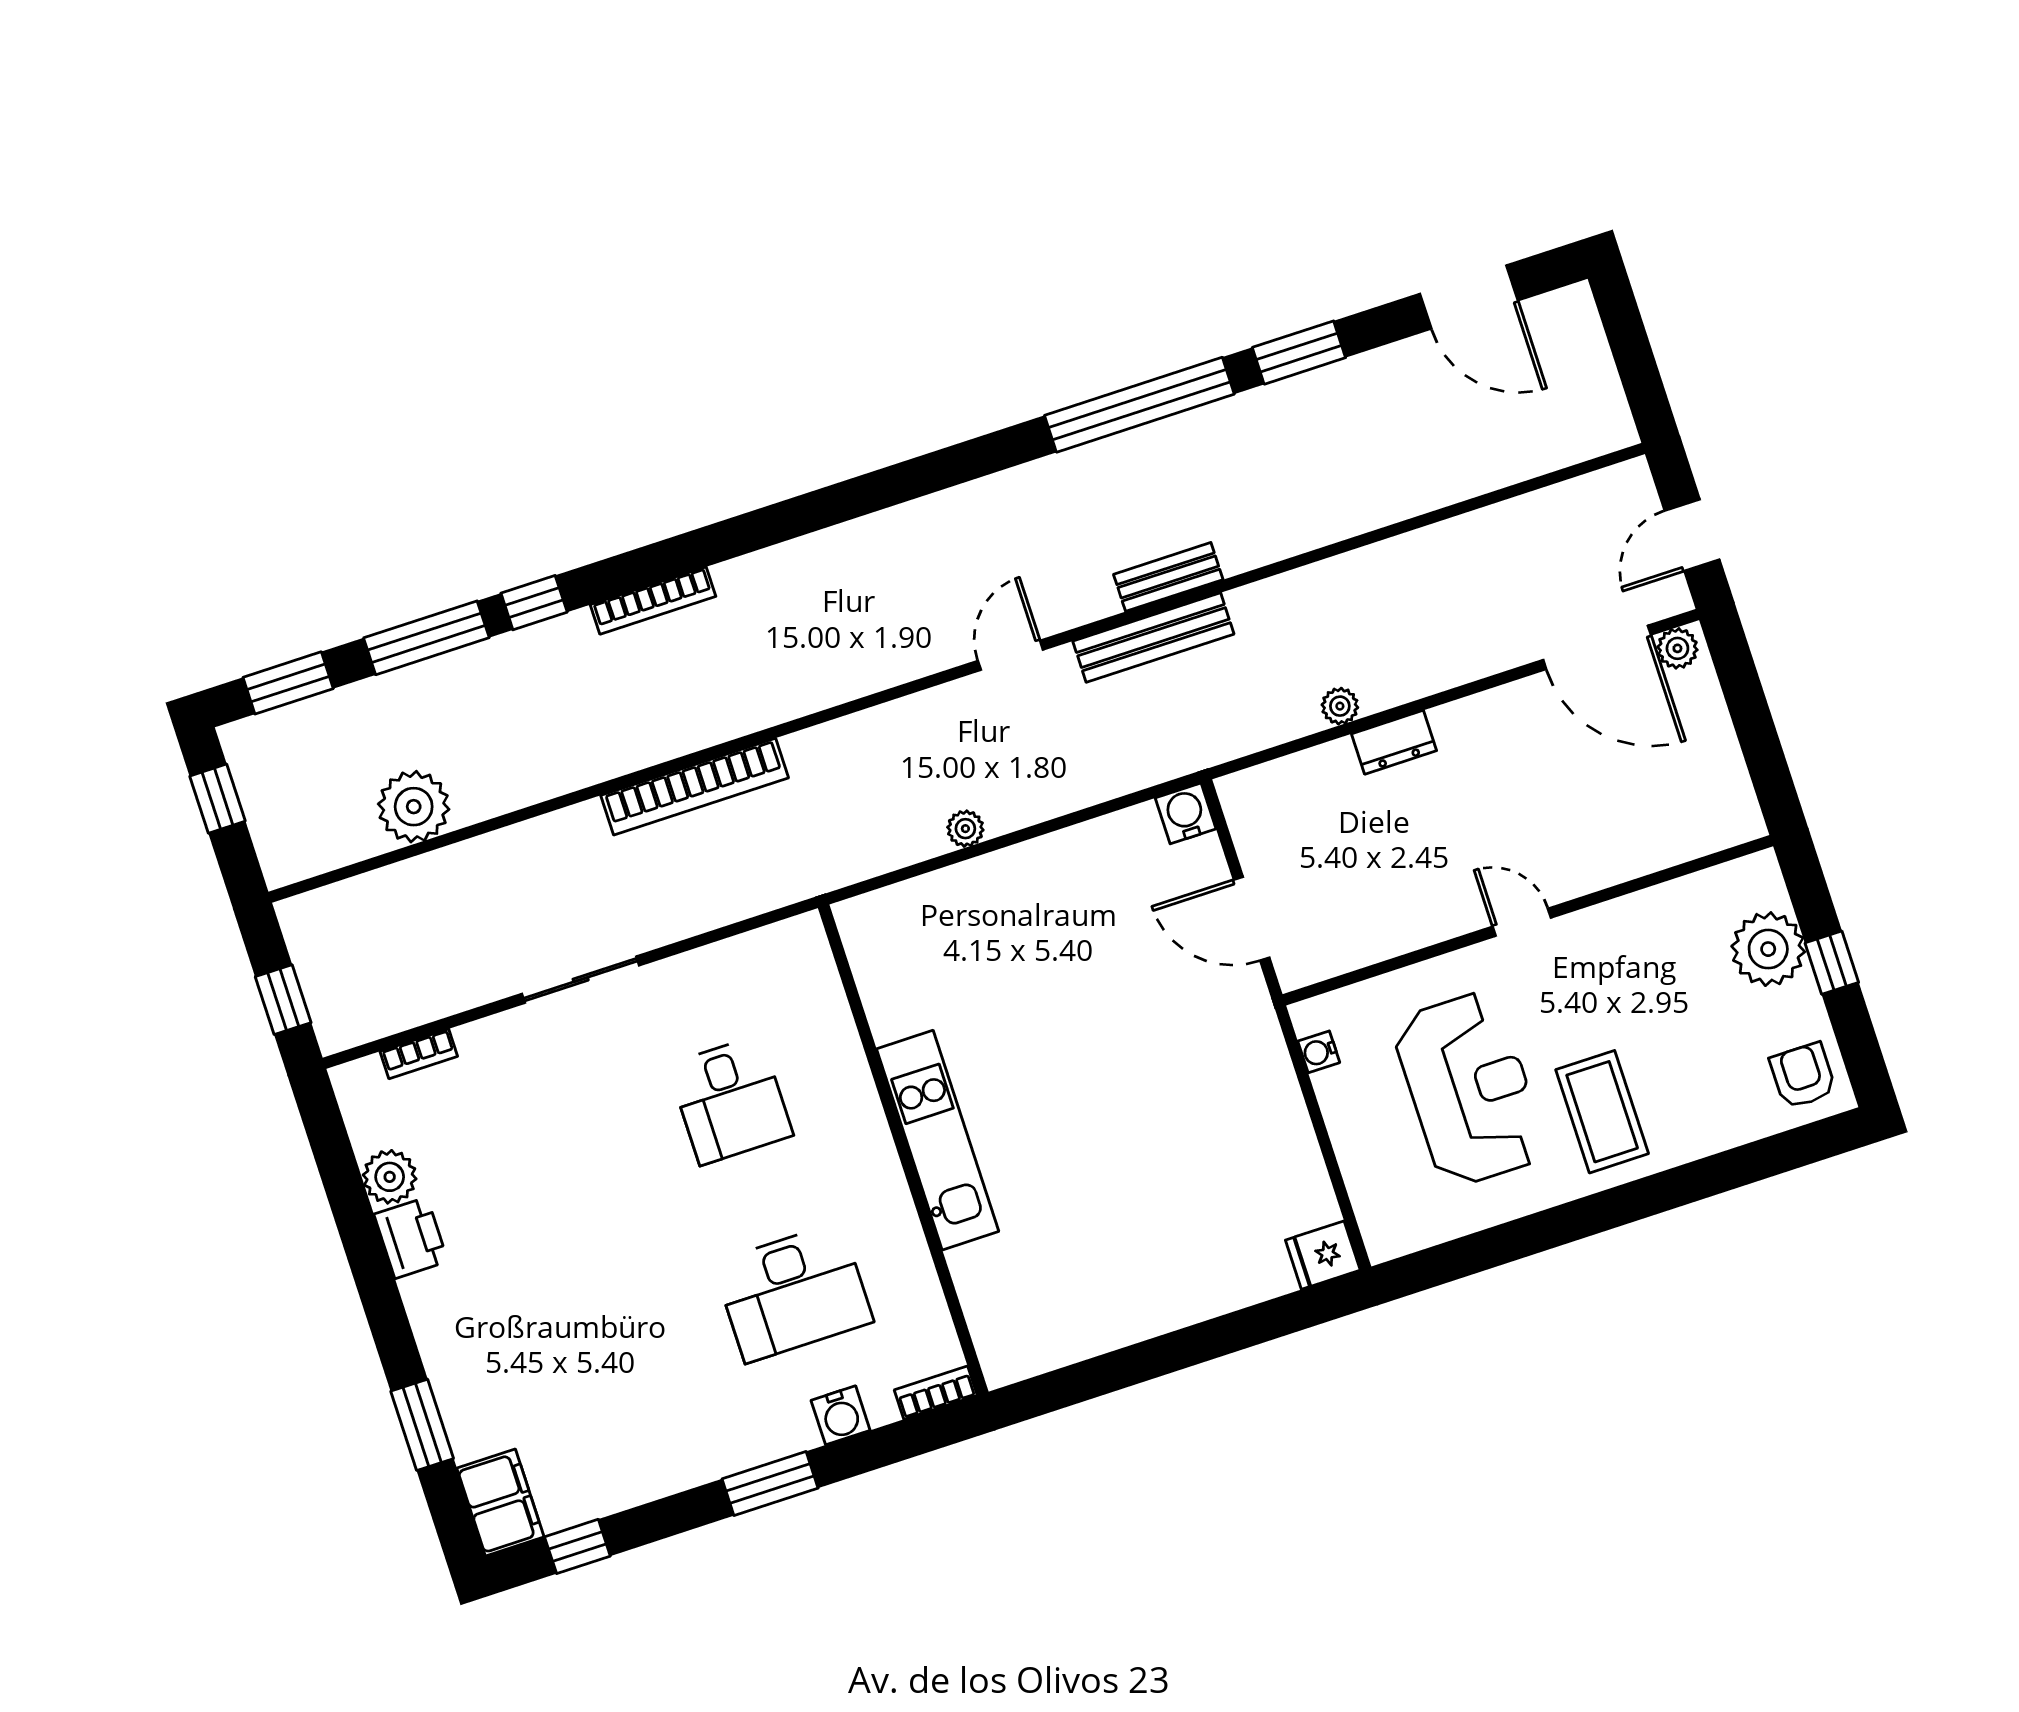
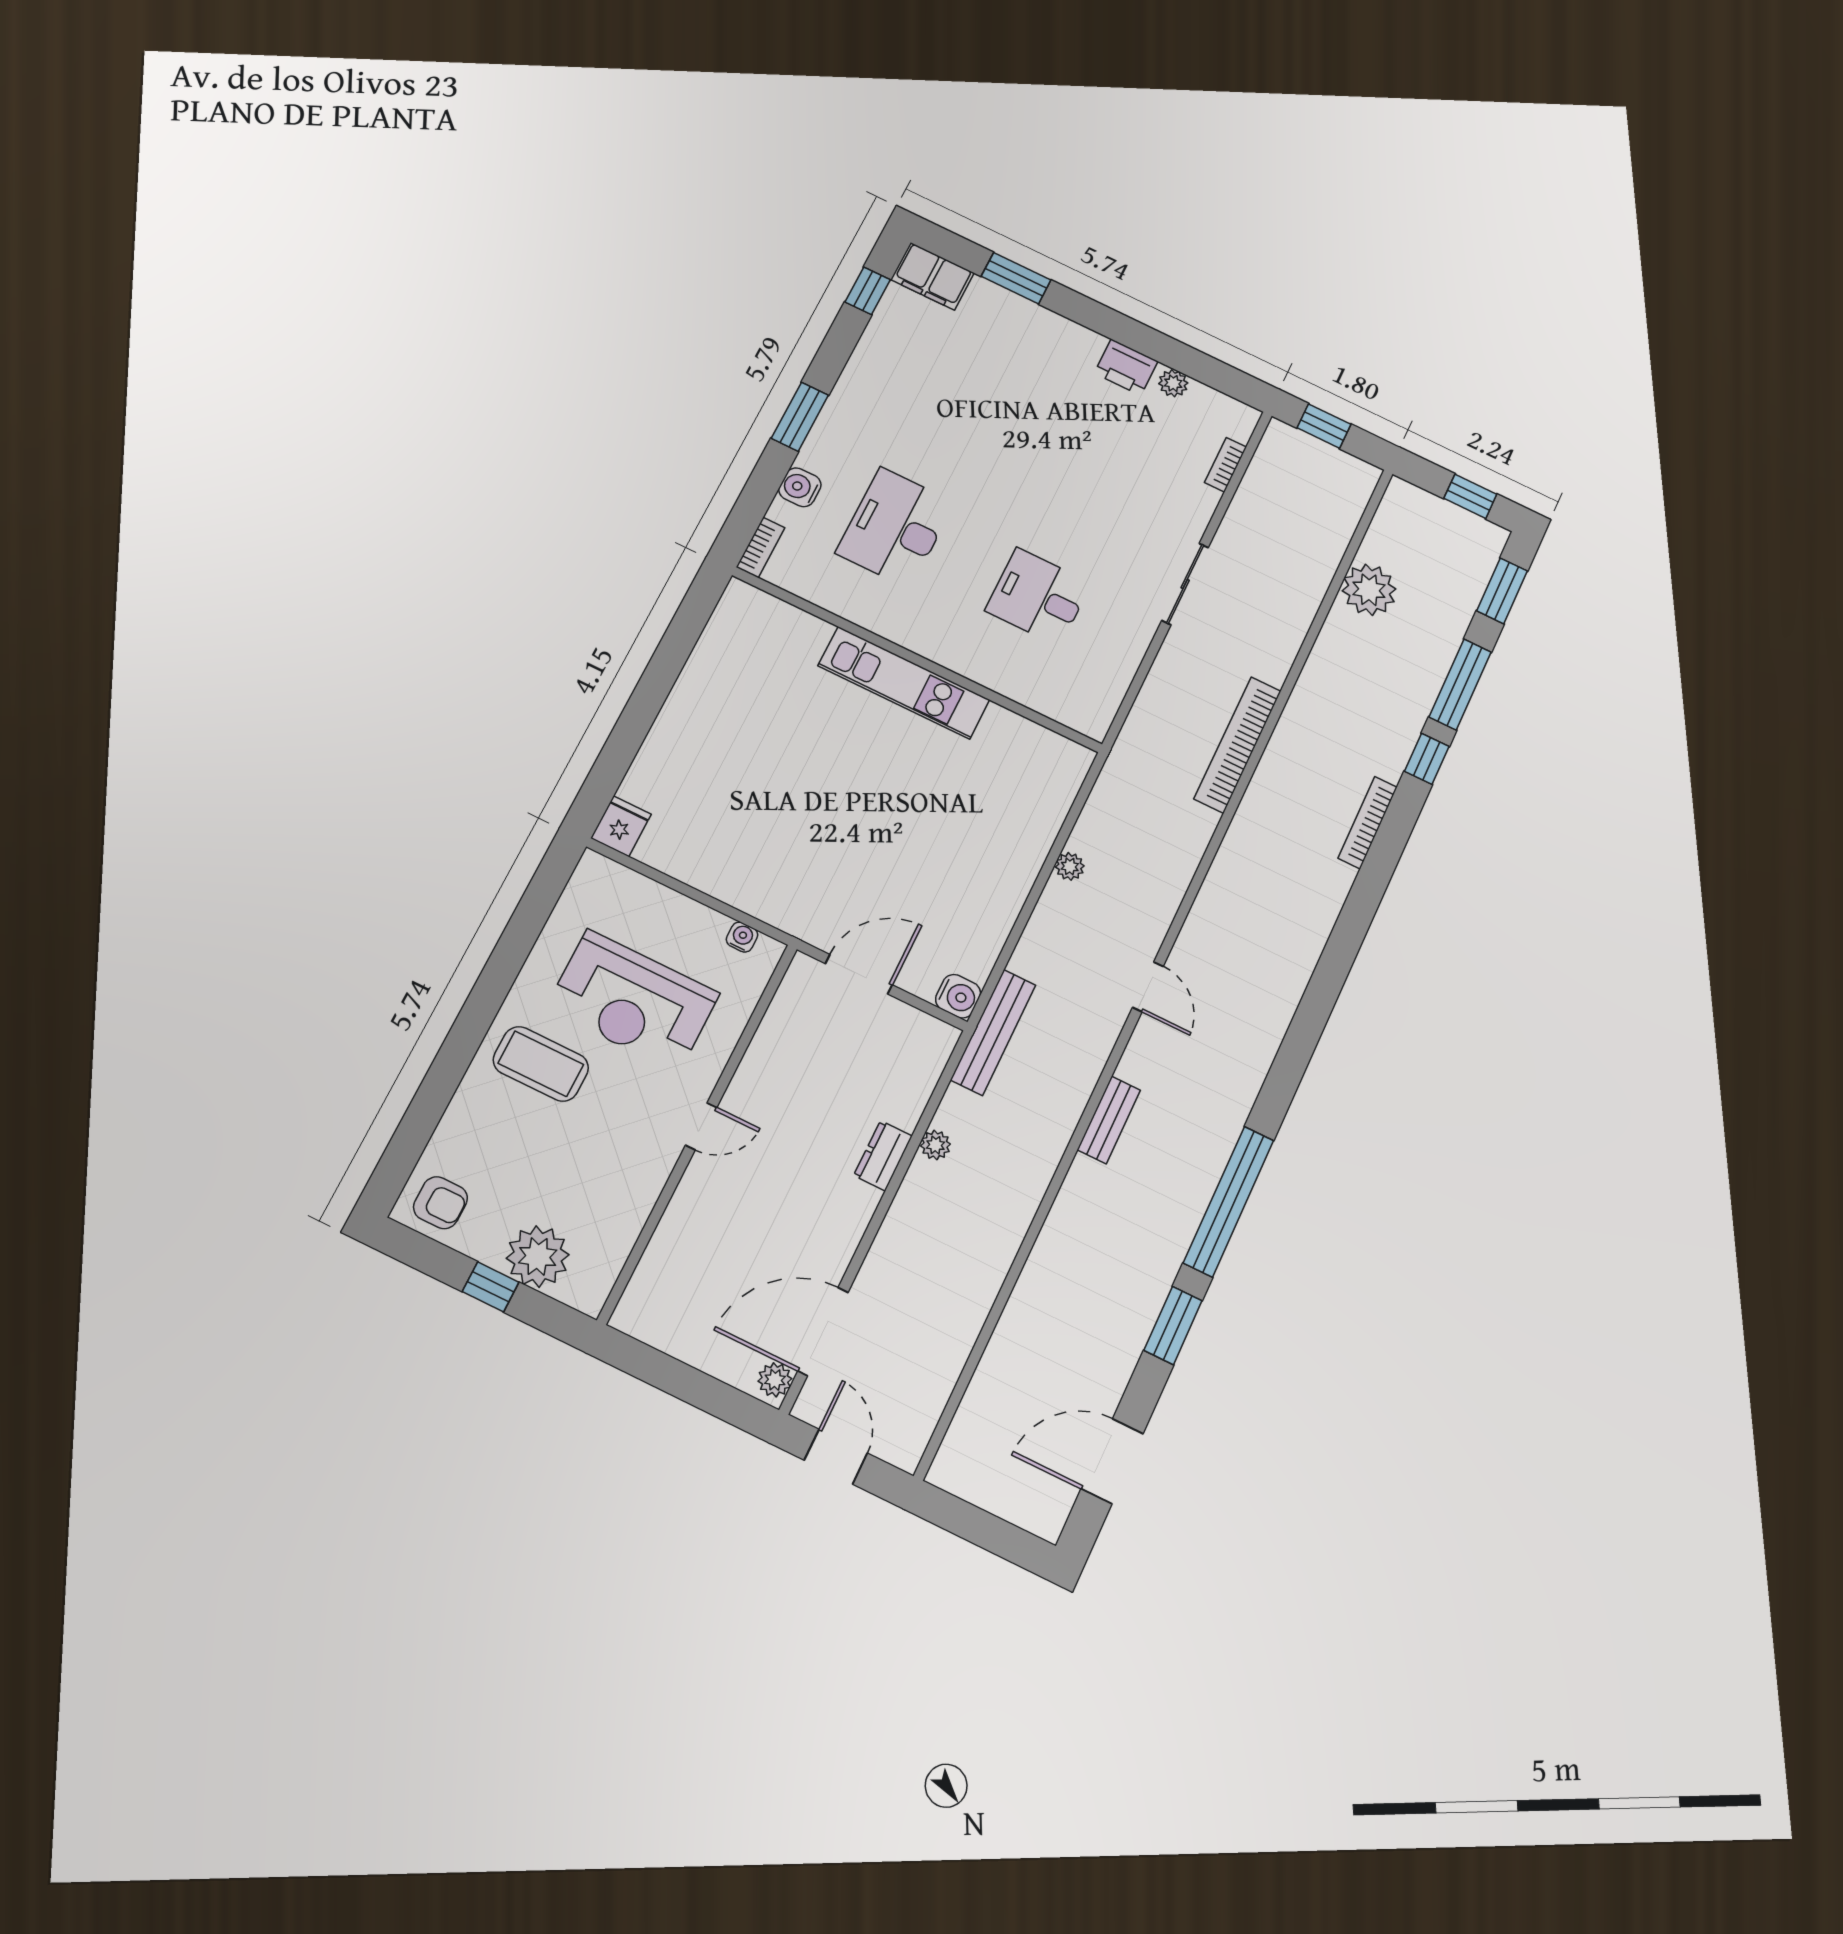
bench: (1153, 638) -> (993, 1032), moved
plant: (390, 1177) -> (1173, 383), width x0.73, depth x0.73

